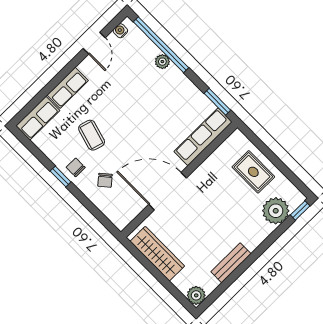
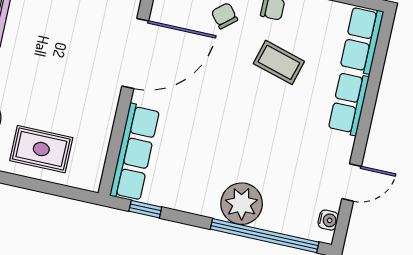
door: (94, 43) -> (352, 183), swing flipped
plant: (162, 62) -> (242, 204), width x1.88, depth x1.88
window: (217, 102) -> (145, 209), width x0.67

